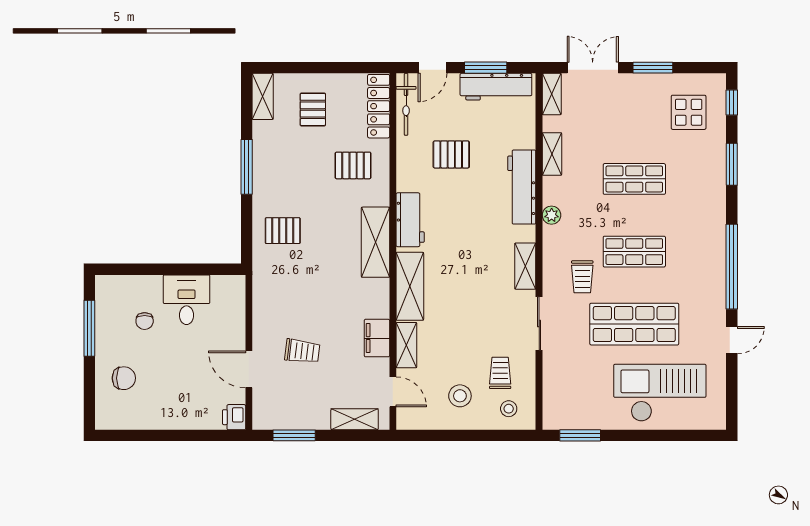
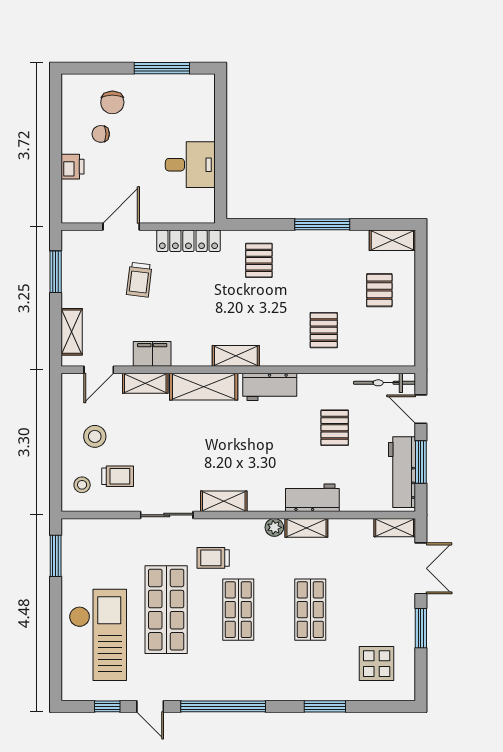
window: (732, 103) -> (107, 706), moved
locker: (379, 106) -> (188, 241), moved, turned 180
pallet: (313, 109) -> (379, 290), turned 90
shelving: (552, 154) -> (306, 528), moved
workbench: (522, 187) -> (312, 498), width x0.73
shelving: (375, 242) -> (236, 356), width x0.67, depth x0.75
chair: (145, 321) -> (101, 134), moved
printer: (234, 417) -> (72, 167), moved, turned 90

